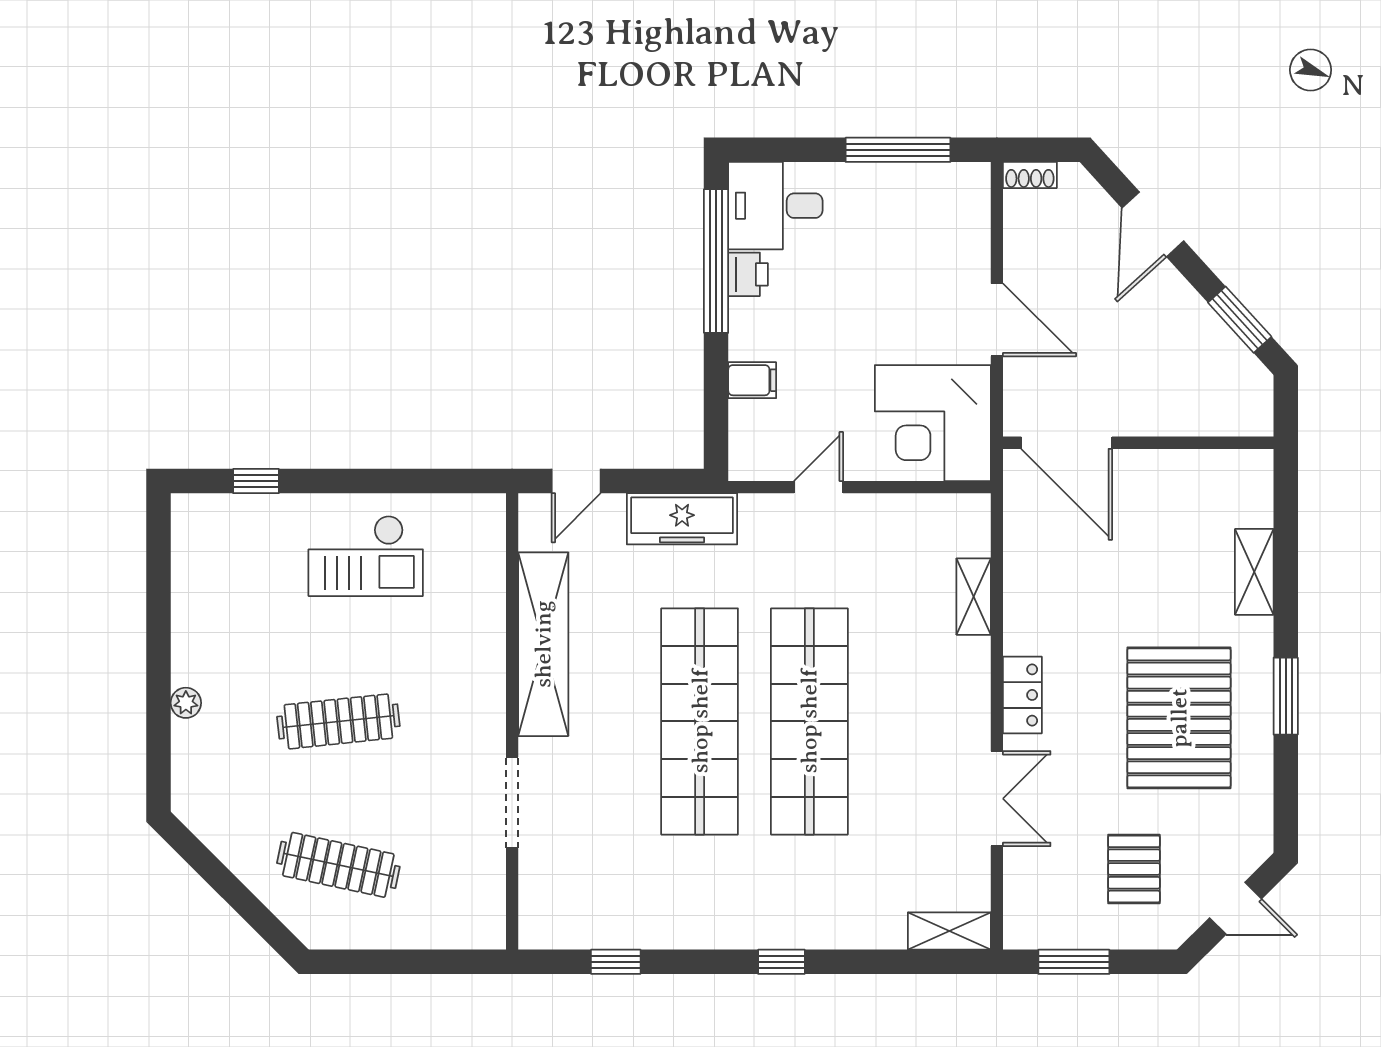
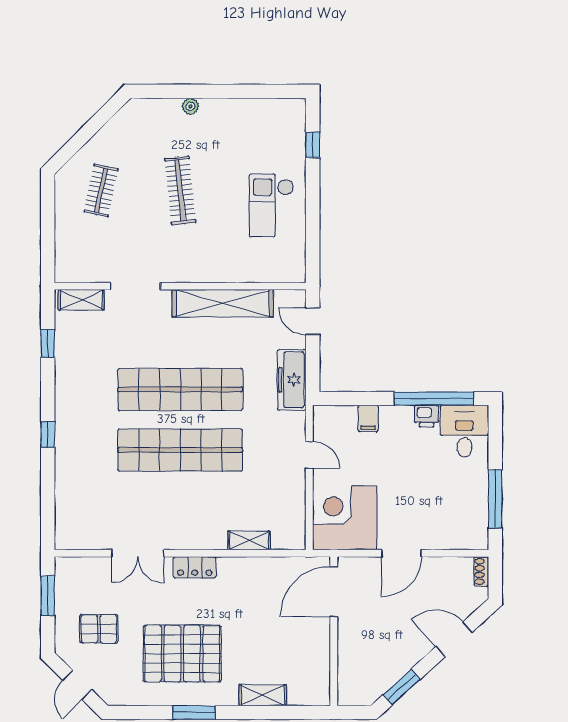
clothes rail: (338, 865) -> (101, 190), width x0.73
shelving: (949, 931) -> (81, 300), moved, turned 90

